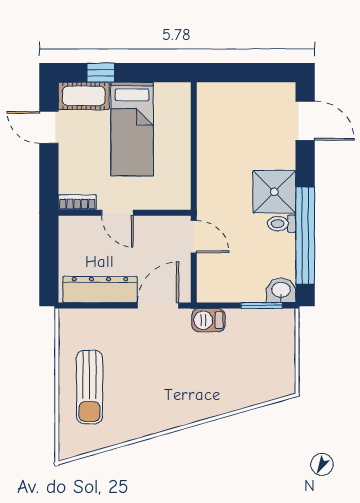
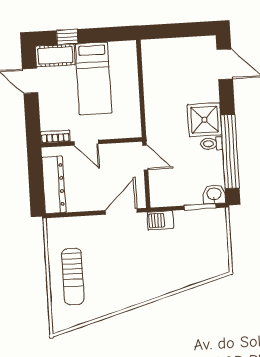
dresser: (100, 289) -> (54, 185), moved, turned 90

